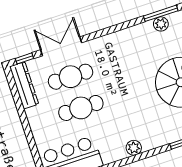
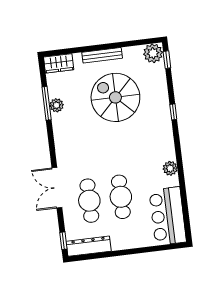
double door: (61, 46) -> (57, 188), moved
plant: (134, 148) -> (170, 168), moved

